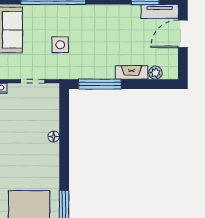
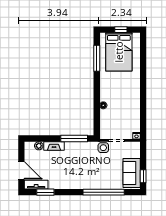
door: (183, 34) -> (21, 170), hinge flipped
side table: (60, 45) -> (103, 148), moved

